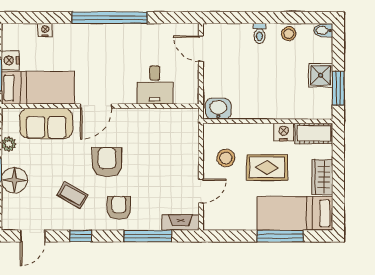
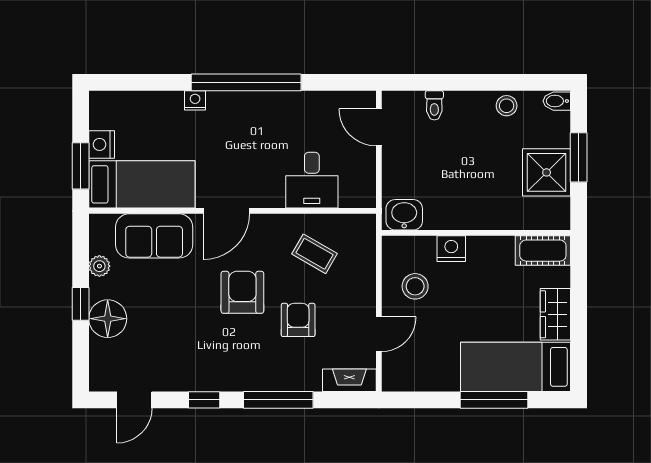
nightstand: (45, 30) -> (195, 100), moved
toilet: (259, 33) -> (434, 105), moved
shower: (321, 75) -> (547, 172), width x1.36, depth x1.36
window: (338, 88) -> (579, 157), moved
nightstand: (284, 132) -> (451, 249), moved
rug: (267, 167) -> (475, 300), removed
coffee table: (72, 195) -> (314, 254), moved
armchair: (119, 208) -> (298, 320), moved
window: (148, 236) -> (278, 400), moved

